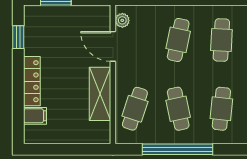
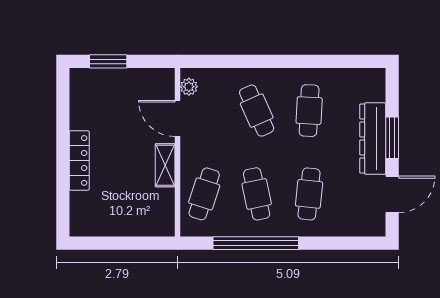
window: (18, 37) -> (63, 107), removed
cafe table: (178, 40) -> (257, 111), turned -36
shelving: (100, 94) -> (165, 165), width x0.67, depth x0.75
filing cabinet: (35, 116) -> (83, 202), removed

